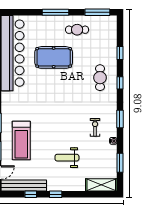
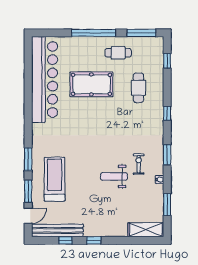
window: (56, 12) -> (94, 33), width x1.46
window: (120, 53) -> (167, 61), moved
cafe table: (100, 78) -> (138, 88), moved
treadmill: (21, 141) -> (55, 179), turned 180
weight bench: (67, 158) -> (114, 176), moved

